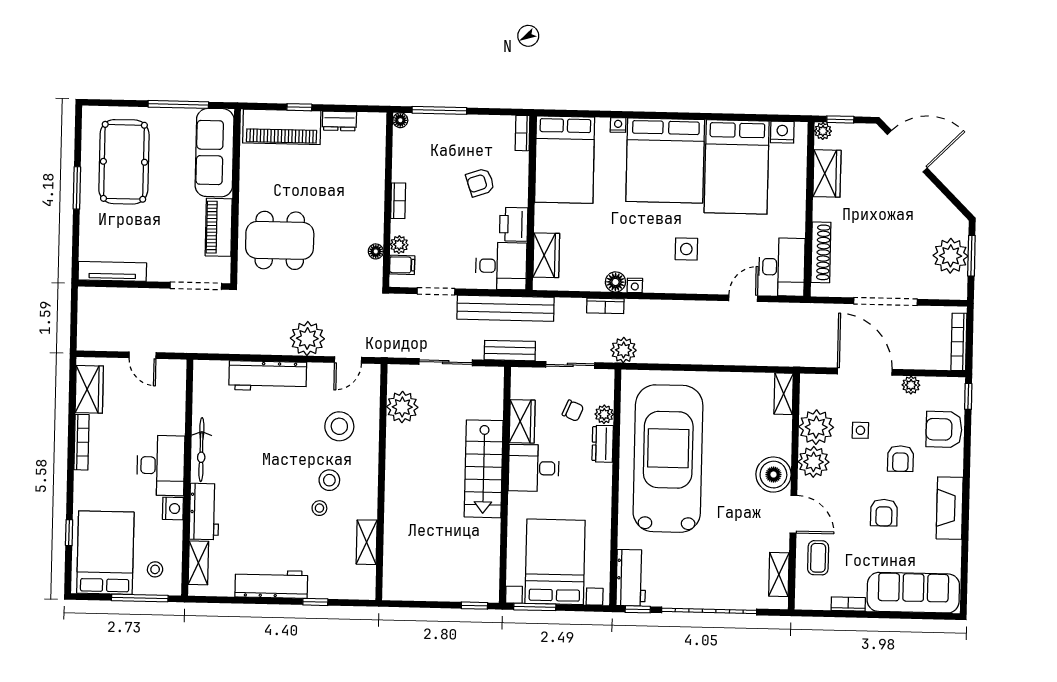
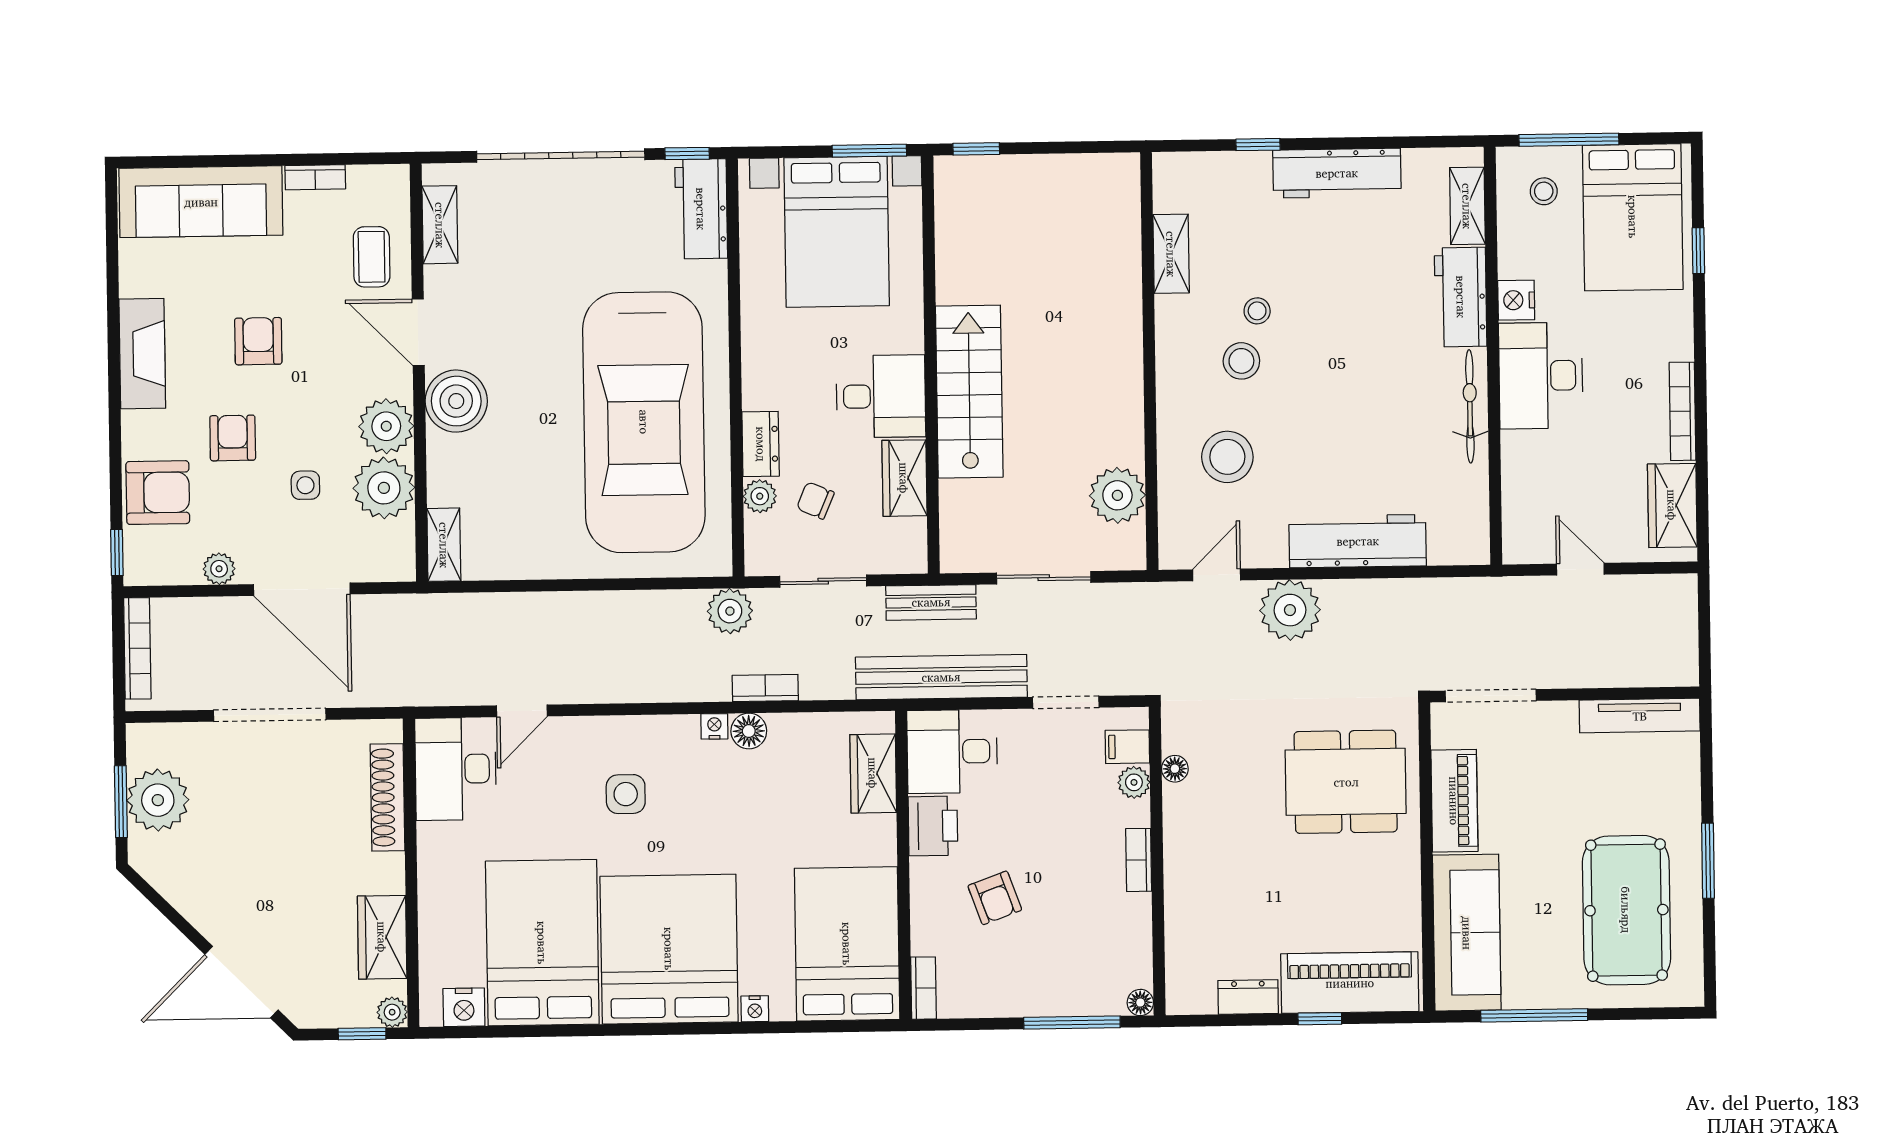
armchair: (480, 182) -> (995, 898), turned 89

